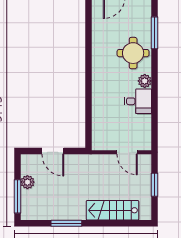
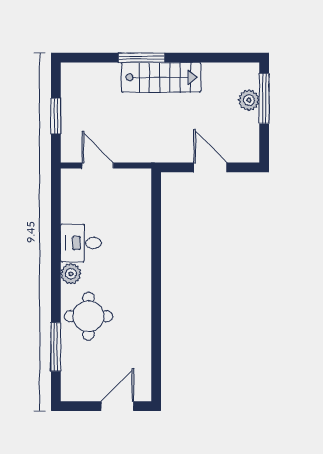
plant: (27, 182) -> (249, 100), moved
stairs: (113, 210) -> (161, 77), moved
window: (66, 223) -> (142, 58), moved

